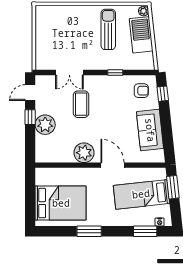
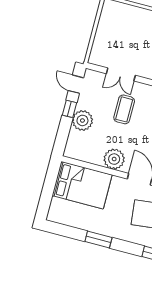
door: (30, 93) -> (76, 84), hinge flipped
bed: (61, 203) -> (82, 185), moved

